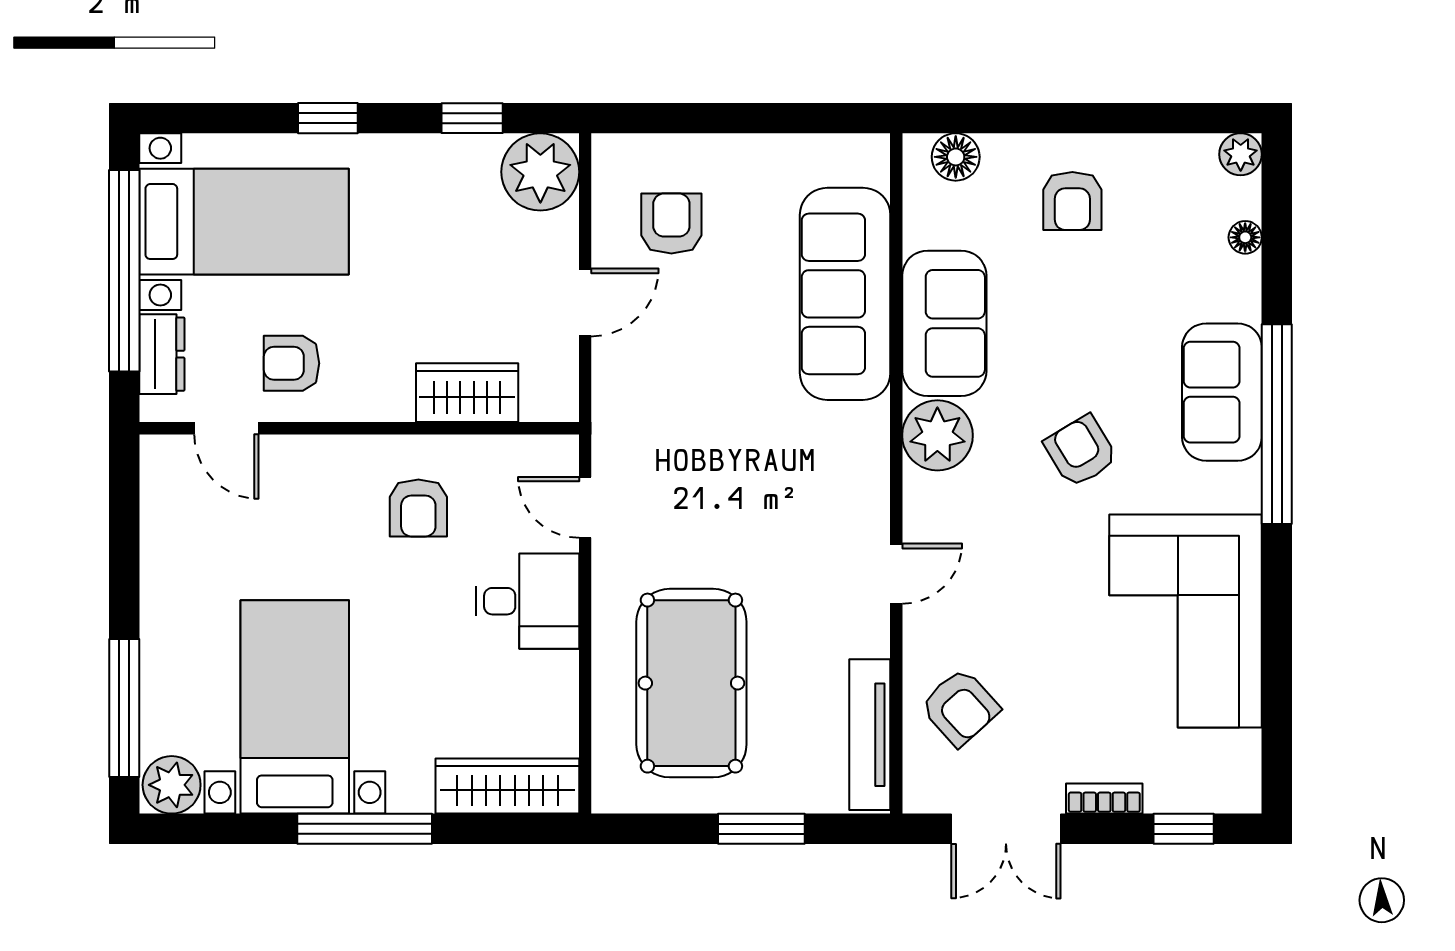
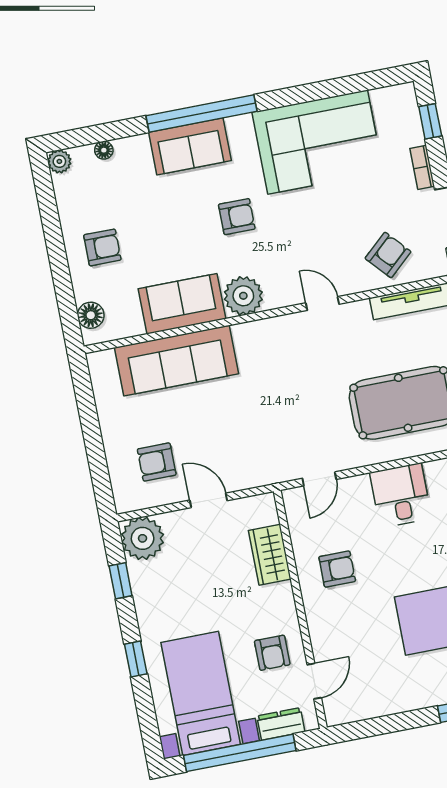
armchair: (1081, 451) -> (237, 217), turned -149
desk: (528, 601) -> (401, 495), moved

